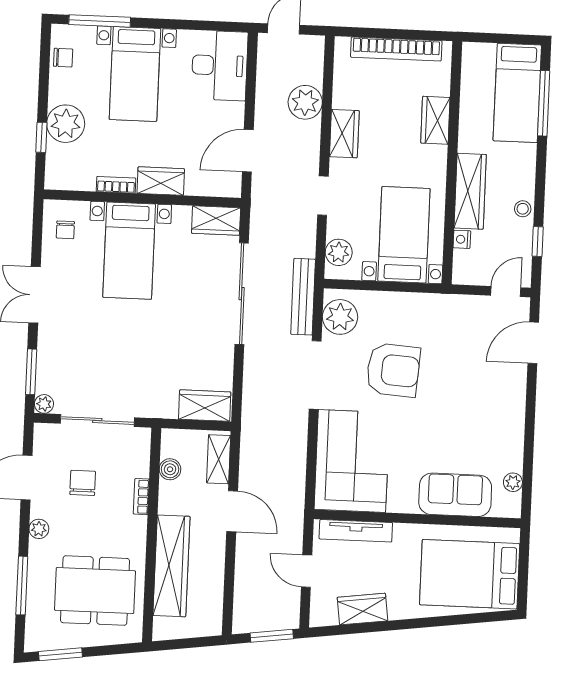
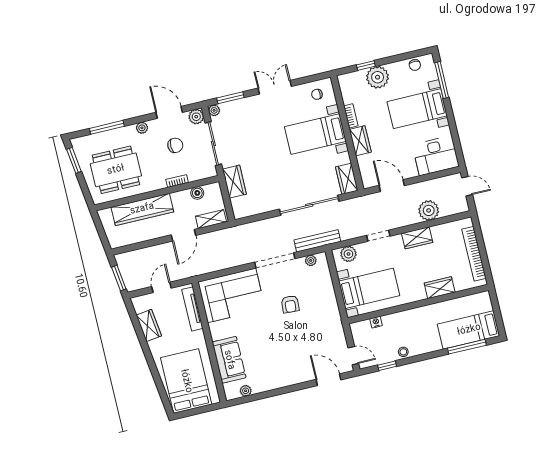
wardrobe: (470, 191) -> (405, 319), removed
plant: (340, 317) -> (311, 260), width x0.53, depth x0.53
armchair: (393, 370) -> (290, 304), width x0.53, depth x0.53
wardrobe: (205, 406) -> (234, 182), moved
plant: (46, 436) -> (196, 117), added
dining table: (95, 591) -> (116, 170), turned 90

